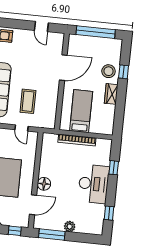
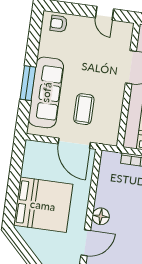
door: (21, 128) -> (74, 143), width x1.88

